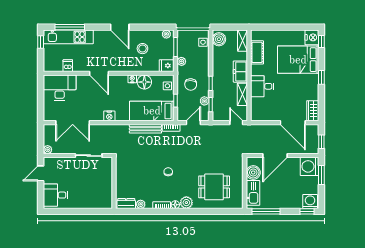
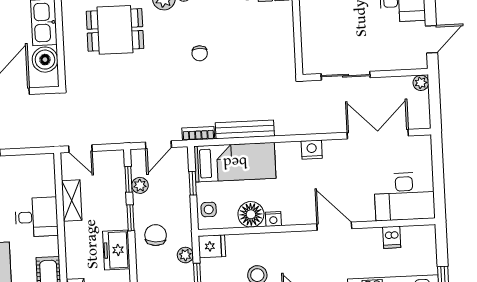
freezer: (240, 72) -> (116, 250), moved, turned 180
chair: (191, 84) -> (156, 235), moved

